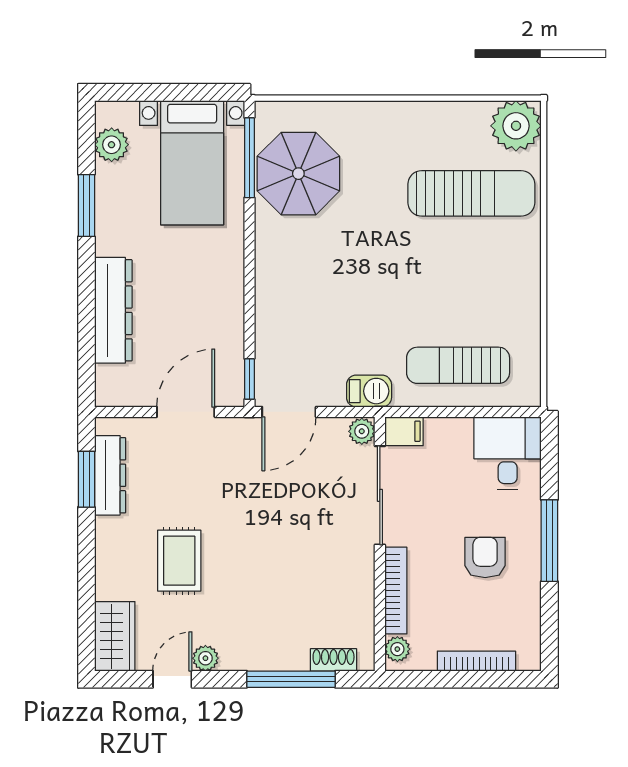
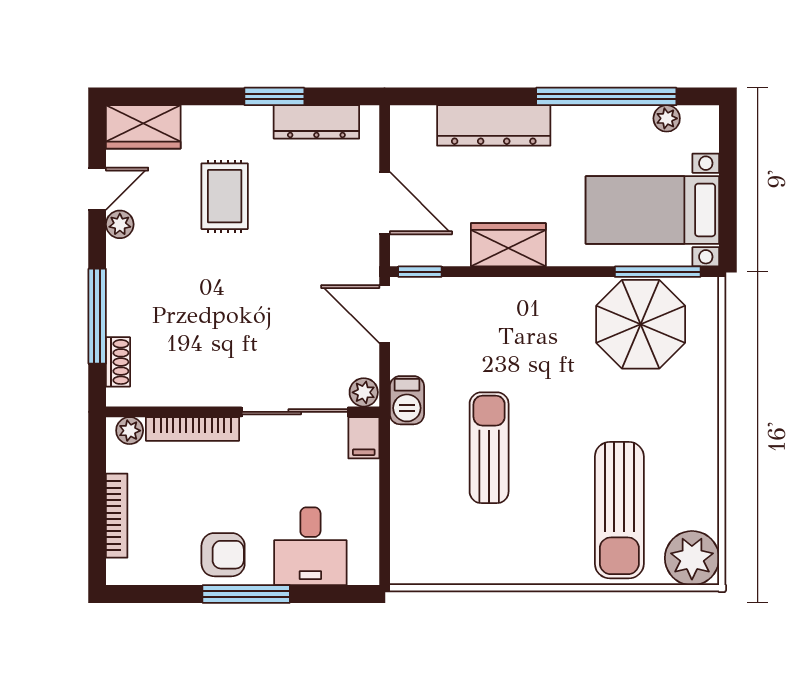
plant: (112, 145) -> (667, 118), width x0.73, depth x0.73
window: (86, 206) -> (606, 96), width x2.11
wardrobe: (224, 297) -> (508, 245), added
sun lounger: (458, 365) -> (489, 448), moved
desk: (508, 453) -> (310, 546), moved, turned 90
window: (86, 479) -> (274, 96), moved
armchair: (485, 557) -> (223, 555), moved
rug: (179, 561) -> (225, 196), turned 90
door: (172, 679) -> (97, 189), hinge flipped

